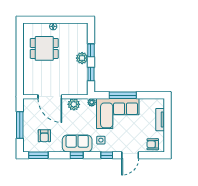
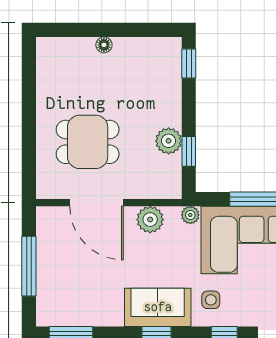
dining table: (44, 48) -> (88, 142), moved
window: (91, 50) -> (189, 63), moved
plant: (82, 58) -> (169, 141), moved
armchair: (44, 136) -> (84, 290), removed

